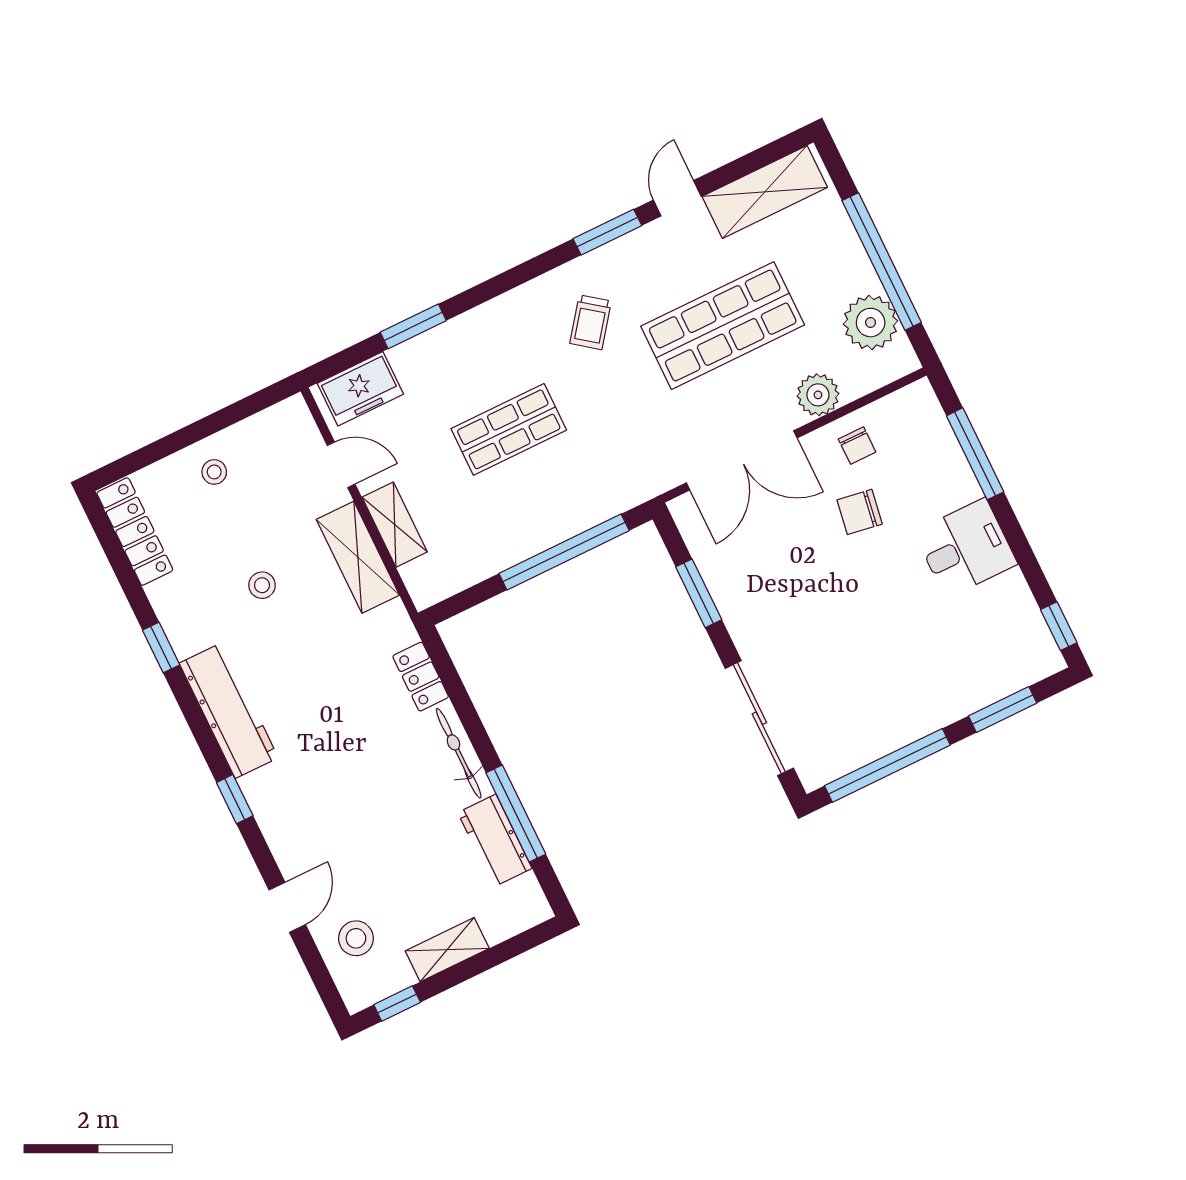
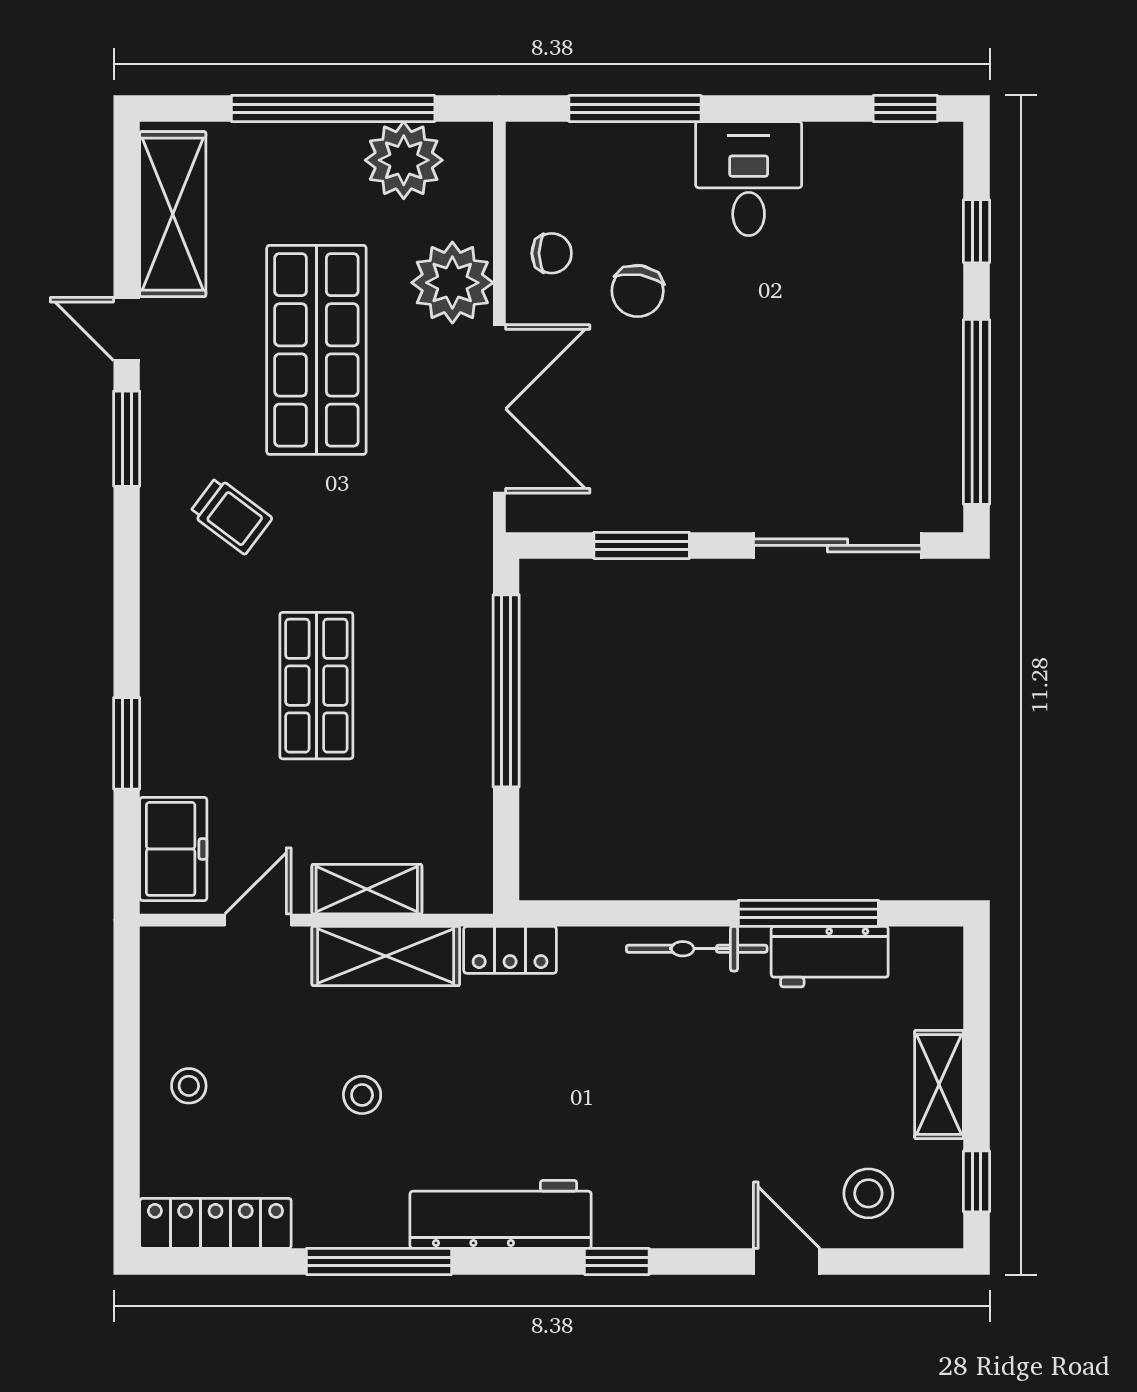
plant: (818, 395) -> (452, 283), width x1.36, depth x1.36
window: (161, 647) -> (379, 1261), width x2.17
locker: (421, 677) -> (510, 950), moved
window: (1003, 709) -> (977, 231), width x0.67

